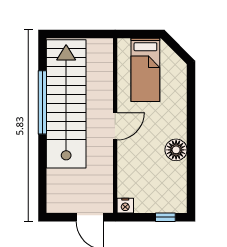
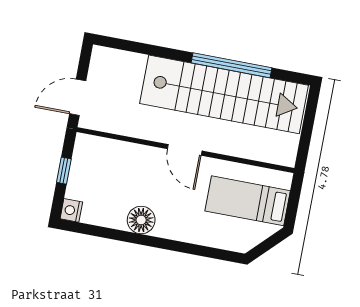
nightstand: (125, 206) -> (71, 210), moved
window: (165, 217) -> (64, 171), moved

